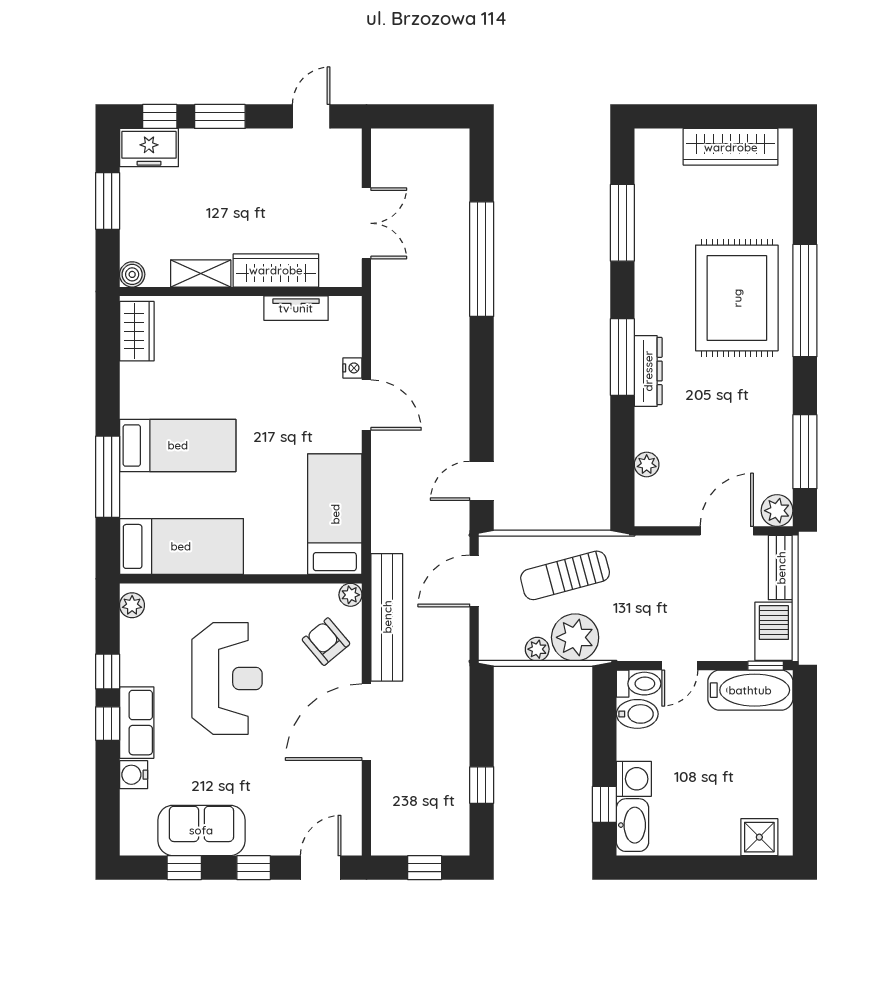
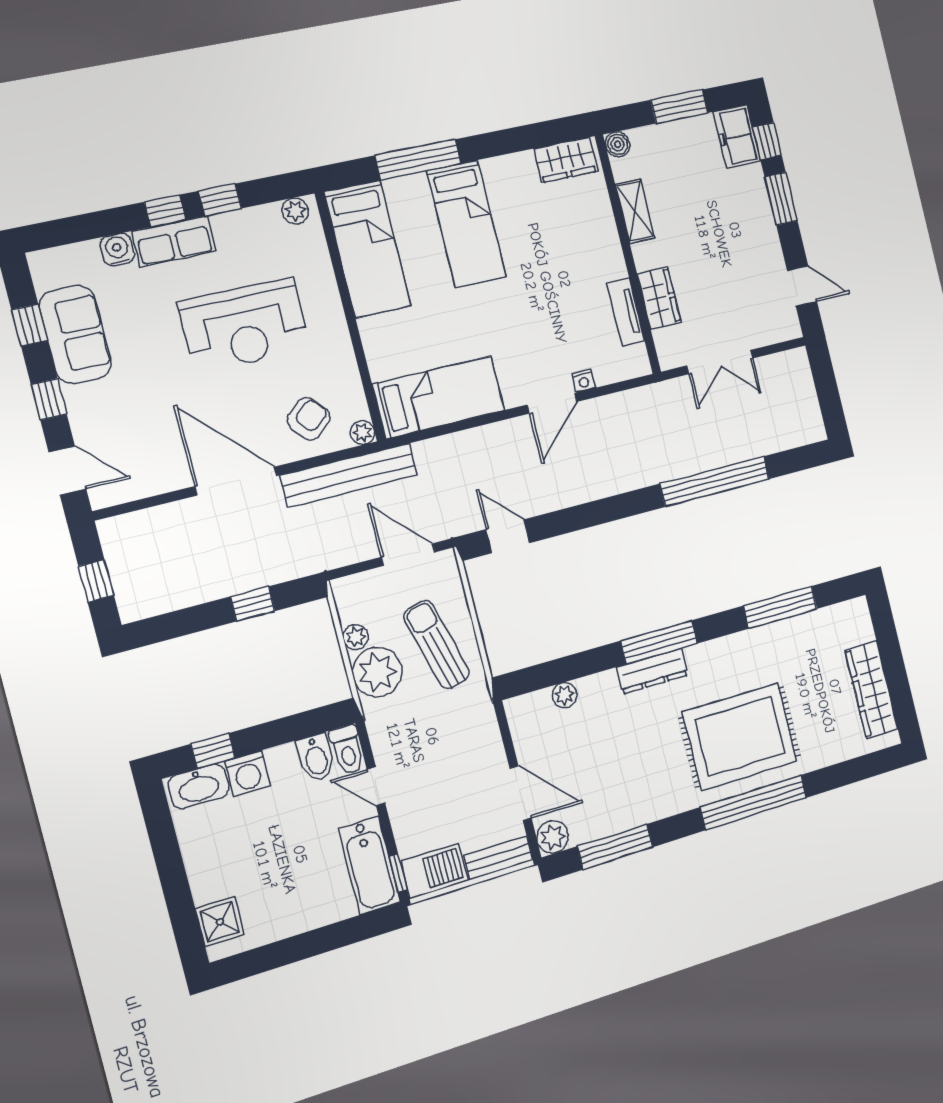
wardrobe: (276, 270) -> (659, 298), width x0.67
window: (482, 785) -> (253, 604), moved

